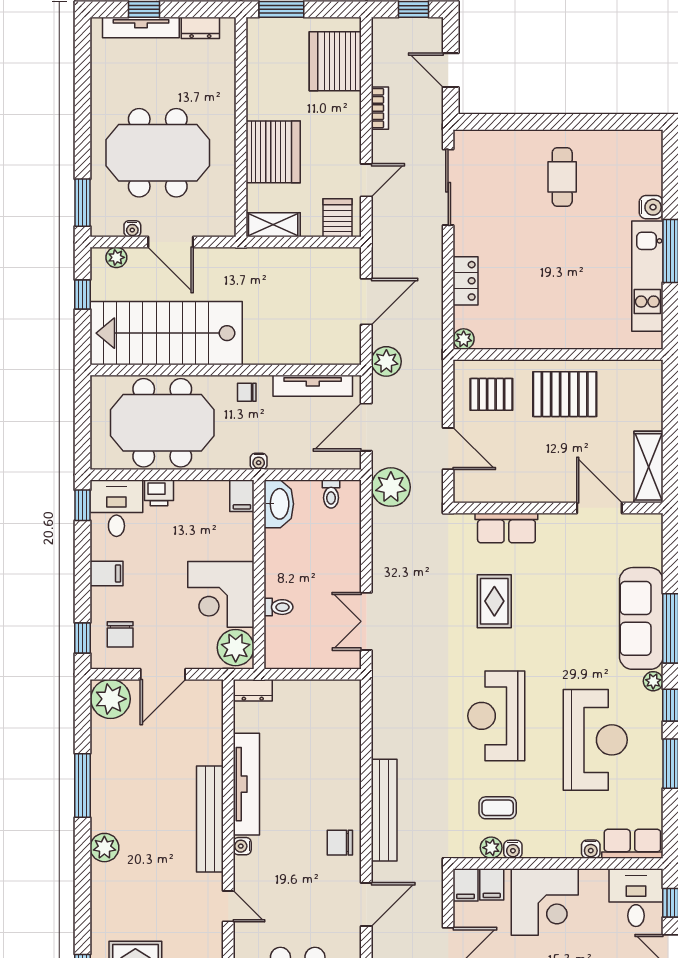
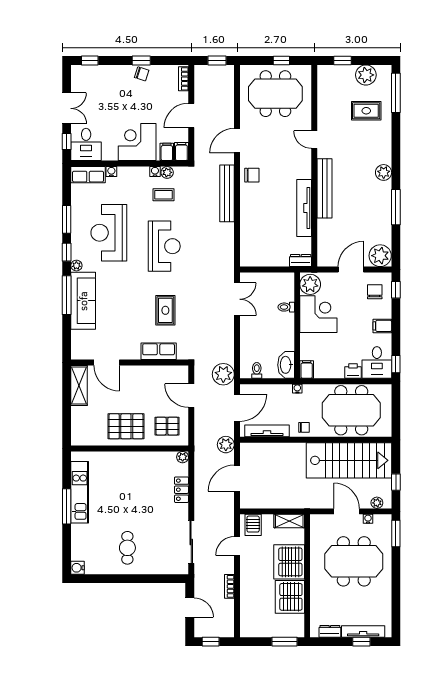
server rack: (335, 61) -> (290, 597), moved, turned 180
water cooler: (651, 207) -> (78, 568), moved
water cooler: (242, 846) -> (306, 173), removed

